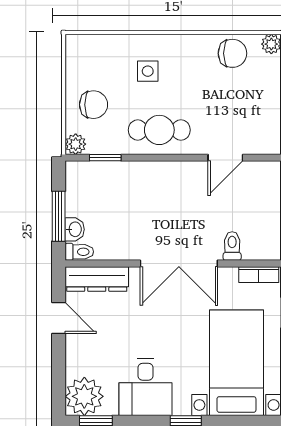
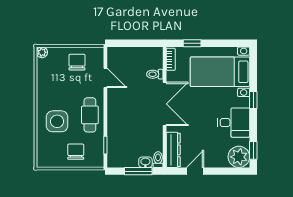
chair: (232, 53) -> (77, 62), moved
side table: (148, 71) -> (57, 121), width x1.87, depth x1.87
plant: (76, 144) -> (98, 162), removed

